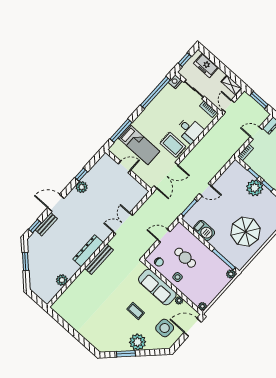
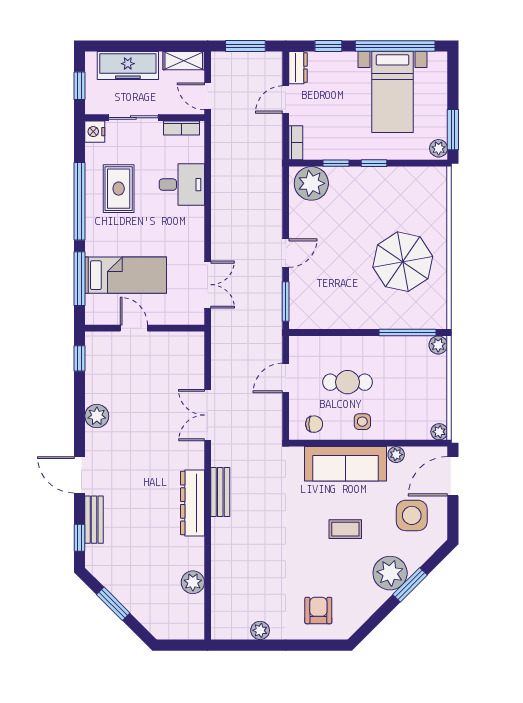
freezer: (206, 65) -> (128, 66), width x1.40
window: (155, 93) -> (80, 201), moved
rug: (173, 145) -> (119, 189), moved, turned 90
door: (124, 167) -> (134, 328), hinge flipped
window: (81, 175) -> (80, 358), moved
double door: (166, 175) -> (208, 285), width x0.73
plant: (255, 188) -> (311, 183), moved
door: (56, 203) -> (80, 475), hinge flipped
barbecue: (204, 230) -> (339, 316), removed
bench: (99, 259) -> (220, 492), width x0.73
plant: (71, 320) -> (260, 630), added
armchair: (99, 332) -> (318, 611), added
window: (126, 354) -> (410, 585), moved

